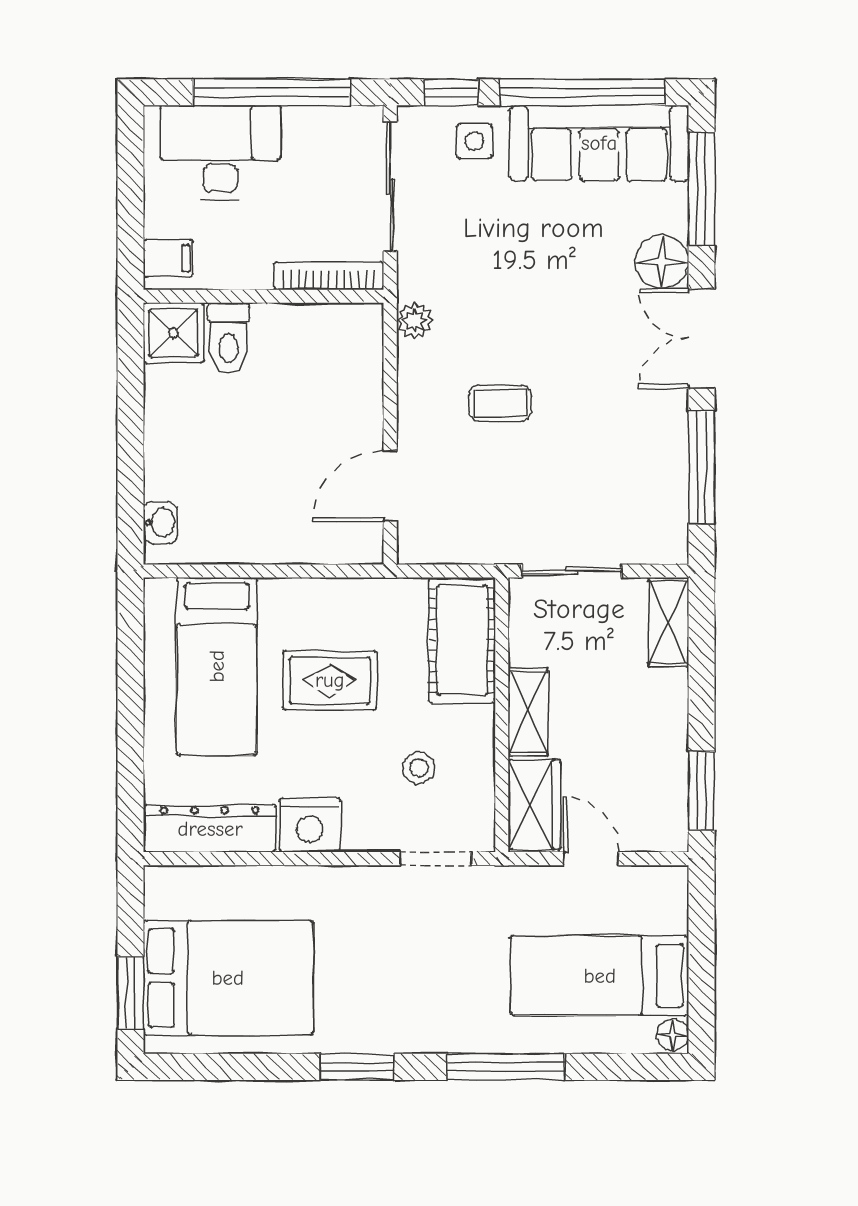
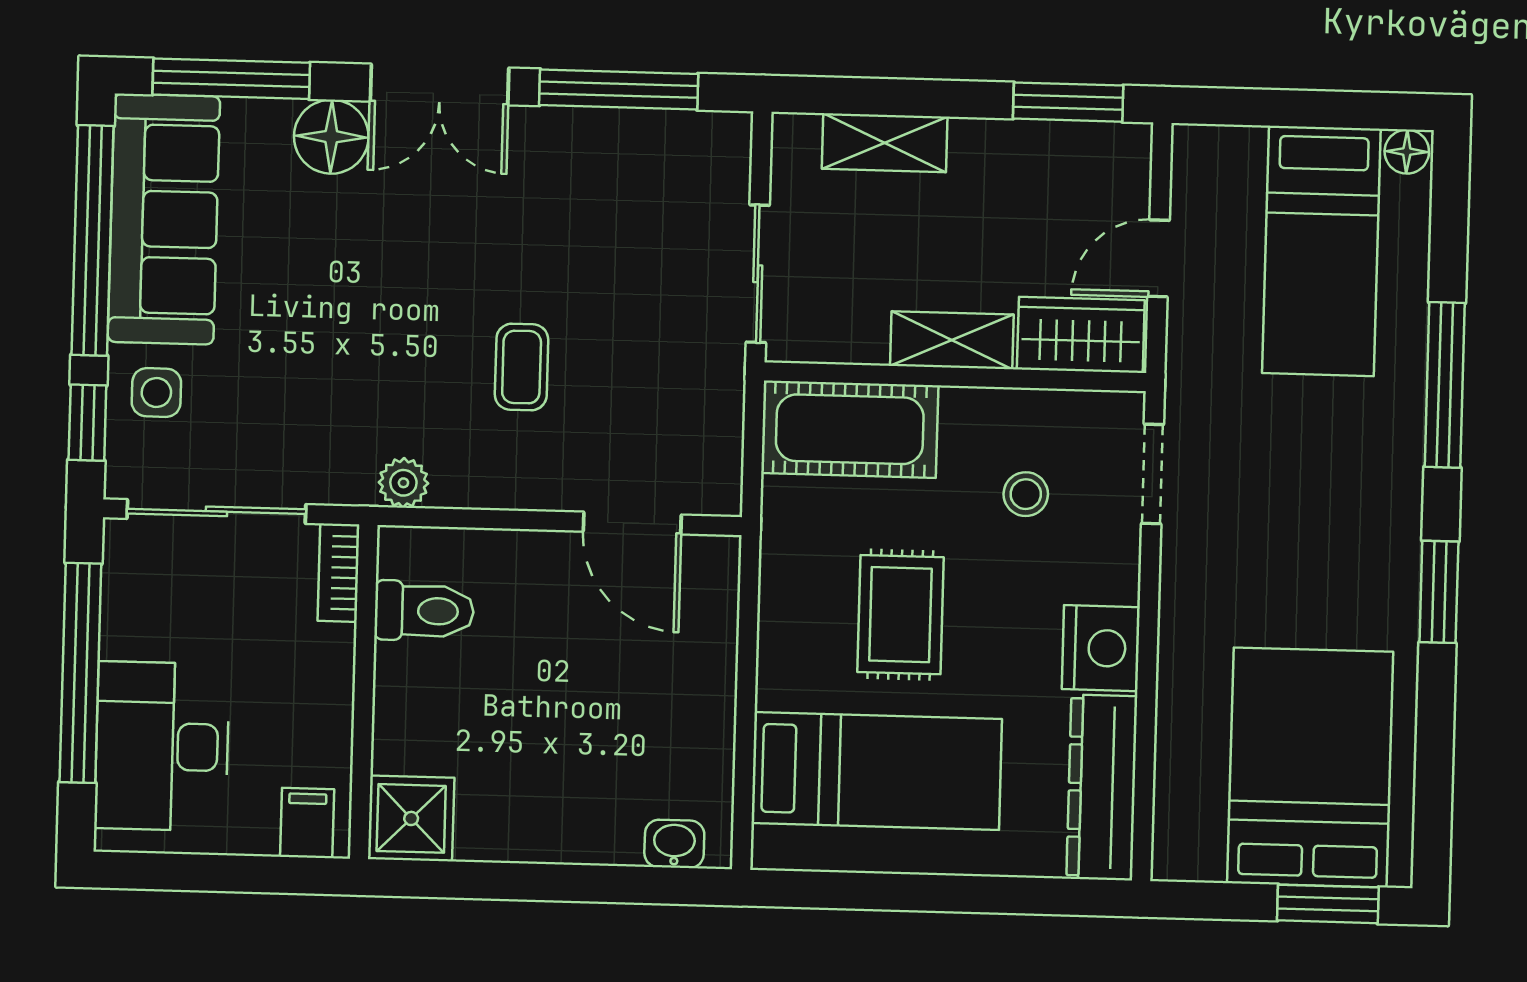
bookcase: (329, 276) -> (339, 573), width x0.64
toilet: (229, 338) -> (424, 611), moved
shelving: (668, 622) -> (885, 143), moved

